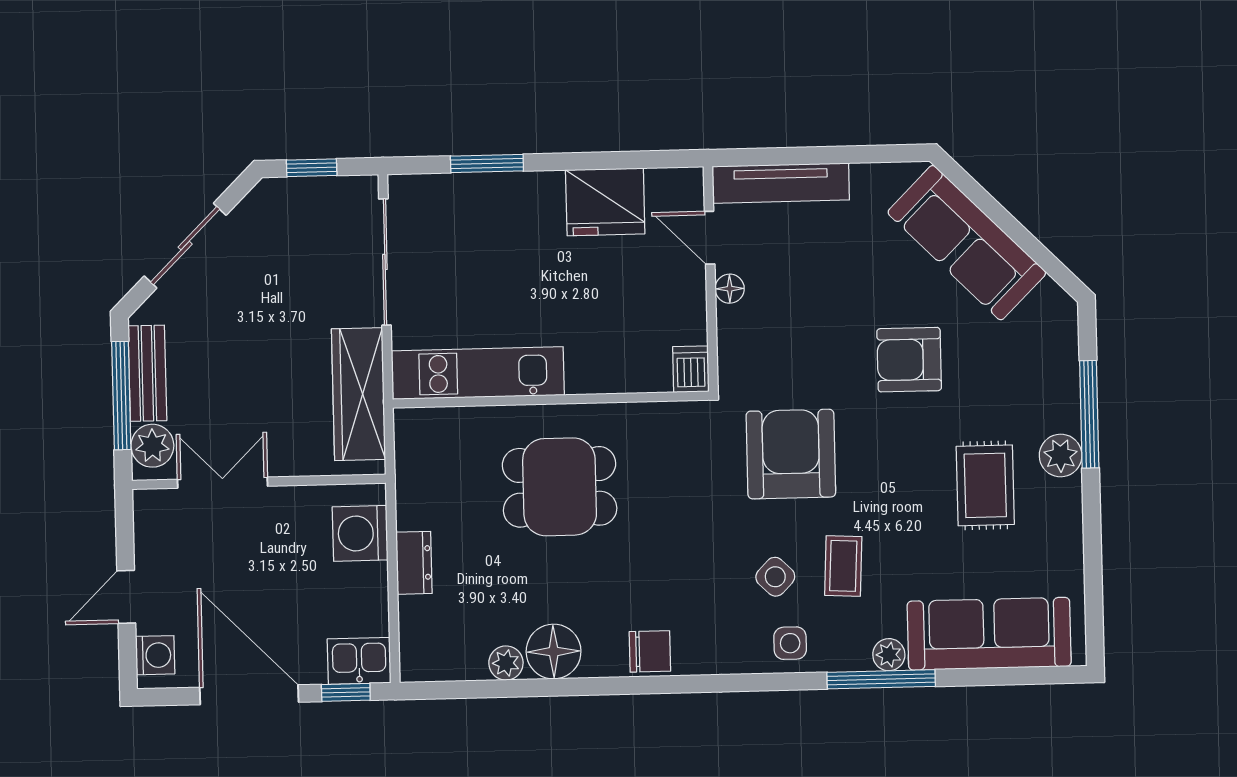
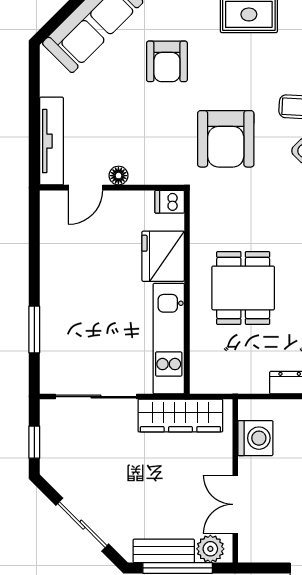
fridge: (605, 202) -> (163, 256), moved, turned 180
armchair: (791, 454) -> (226, 139), turned -90
washing machine: (360, 533) -> (255, 438), moved, turned -90

